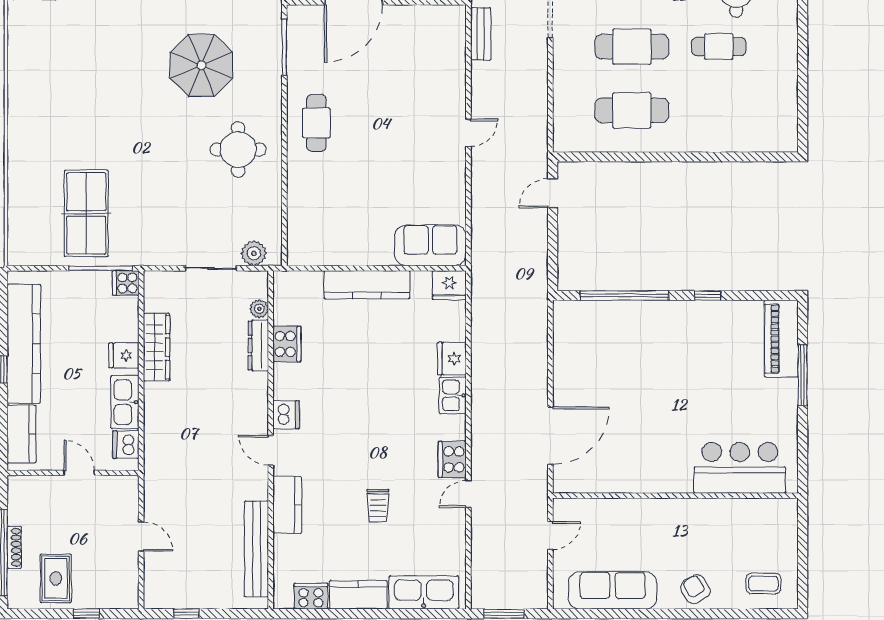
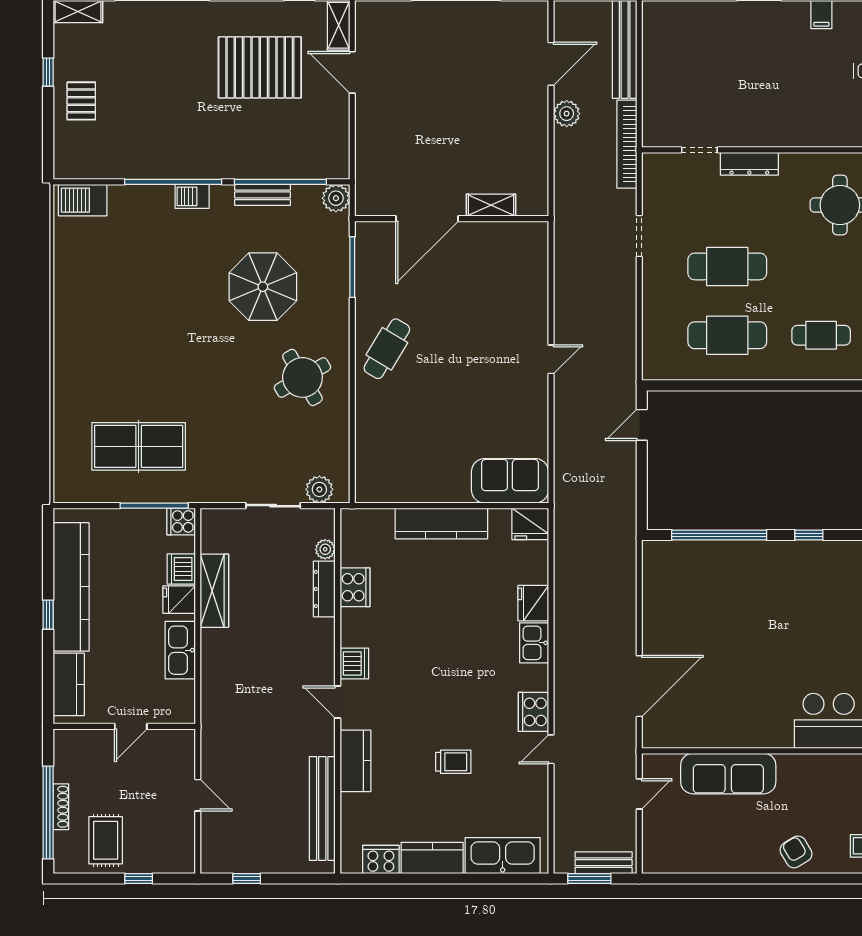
bench: (481, 34) -> (604, 863), moved, turned 90
cafe table: (719, 47) -> (821, 335), moved
cafe table: (316, 123) -> (387, 349), turned 31
round table: (238, 150) -> (302, 377), turned -30
table tennis table: (86, 213) -> (139, 446), turned 90
dishwasher: (126, 445) -> (181, 569), moved
door: (79, 473) -> (131, 726), swing flipped
trolley: (378, 506) -> (453, 762), turned -90
sofa: (613, 590) -> (728, 774), moved, turned 180

